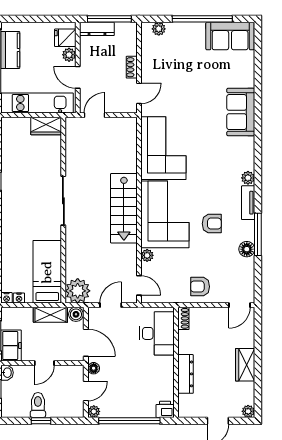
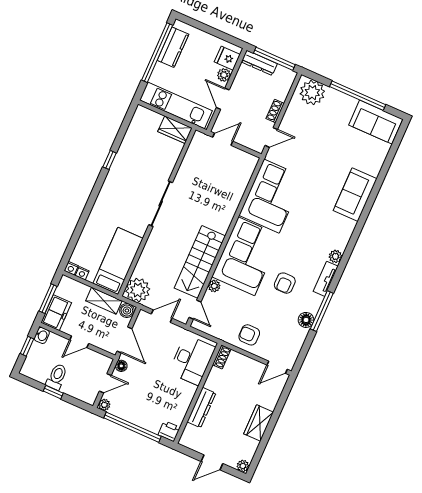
plant: (159, 29) -> (312, 93), width x1.88, depth x1.88
stairs: (124, 208) -> (200, 262), moved
armchair: (212, 224) -> (285, 283), turned 90

